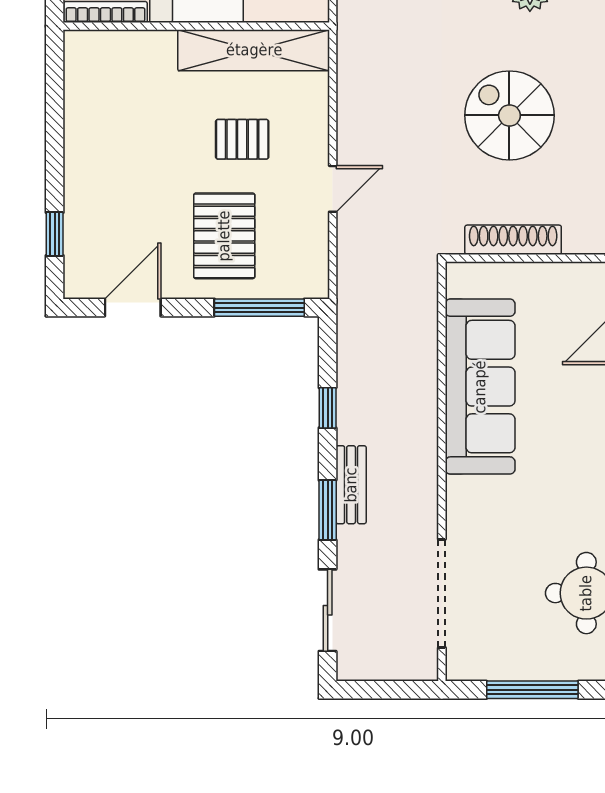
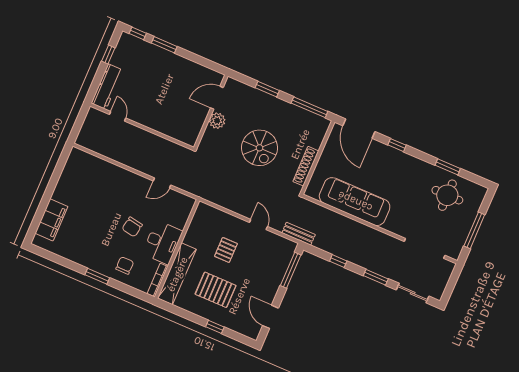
shelving: (254, 50) -> (177, 274), moved
spiral stairs: (509, 115) -> (260, 148), turned -90
window: (55, 234) -> (215, 327), moved
pallet: (224, 236) -> (216, 290), moved
bench: (351, 485) -> (299, 234), moved

